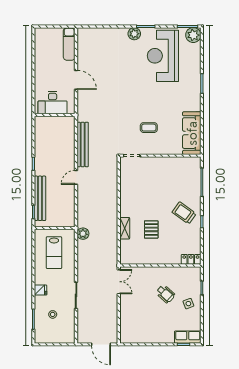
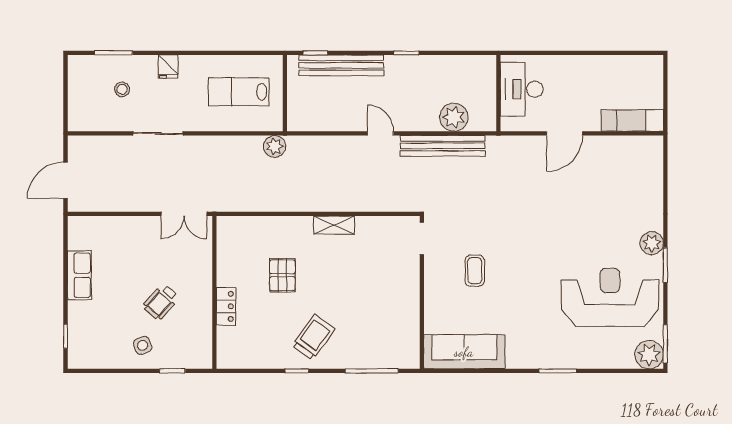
plant: (67, 139) -> (454, 117), added
shelving: (125, 228) -> (334, 225), moved
pallet: (151, 229) -> (282, 275), turned 90
locker: (191, 259) -> (226, 306), moved
row of seats: (188, 337) -> (79, 275), moved

